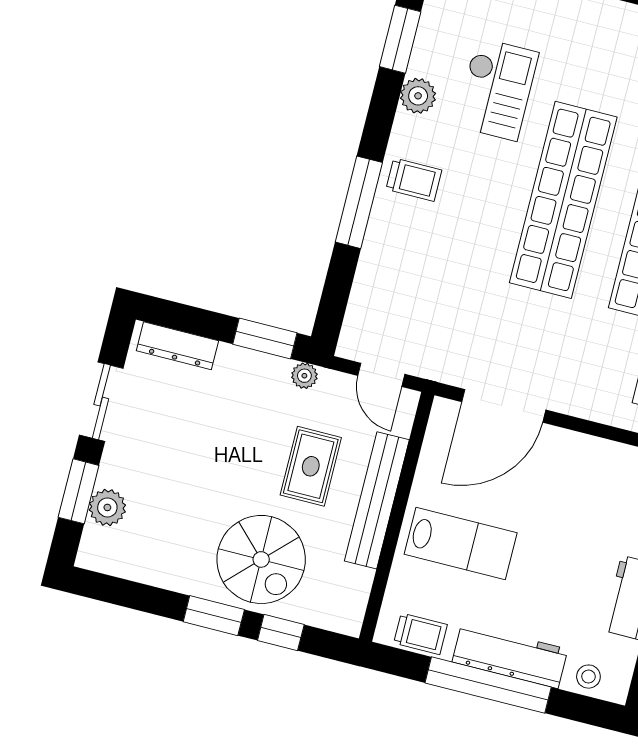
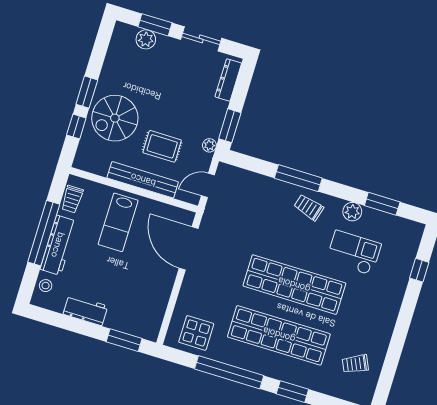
checkout: (497, 89) -> (354, 253), turned 180
trolley: (414, 180) -> (309, 207), turned 106

